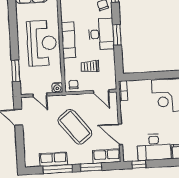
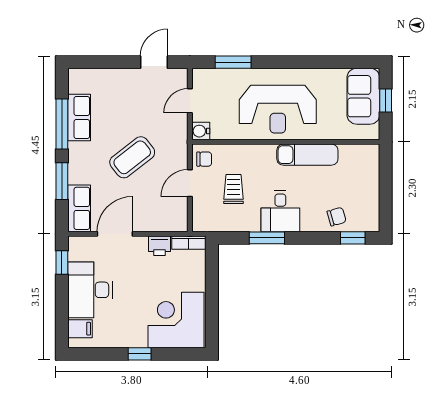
desk: (101, 34) -> (280, 211), width x0.73
window: (117, 35) -> (267, 238), moved
exam couch: (68, 40) -> (307, 155), moved
door: (101, 91) -> (190, 183), moved
printer: (126, 108) -> (159, 246), added
coffee table: (75, 127) -> (132, 157), width x0.73, depth x0.76

